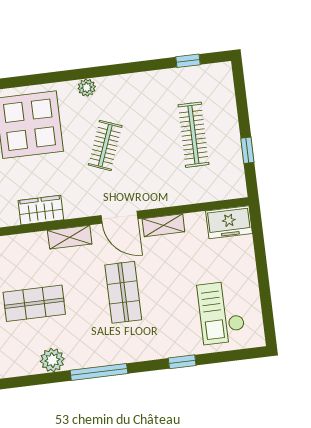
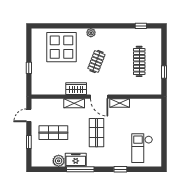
wardrobe: (41, 210) -> (76, 89), moved
freezer: (229, 222) -> (76, 160), moved, turned 180

